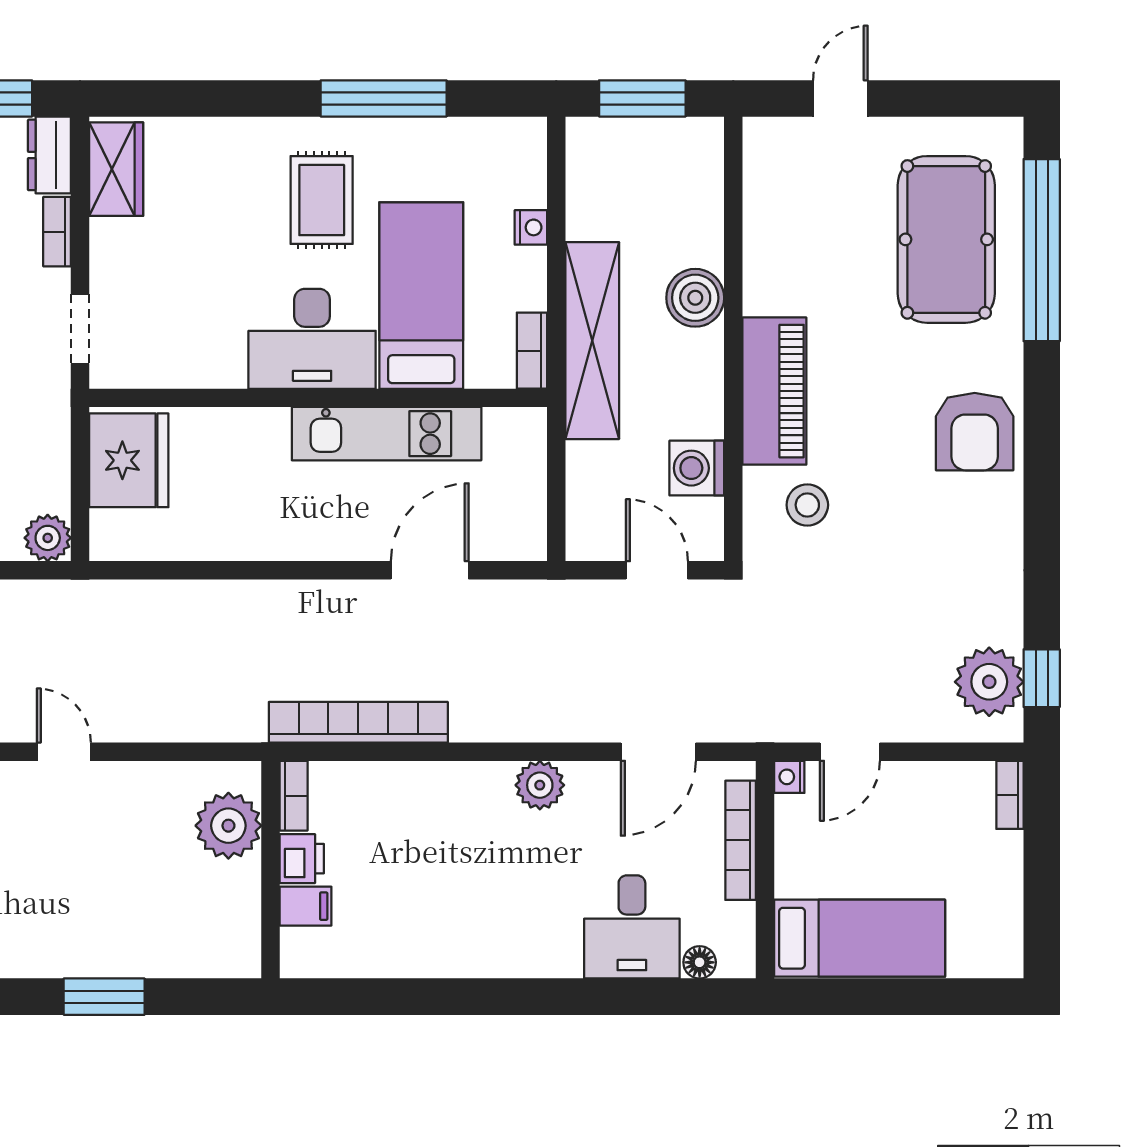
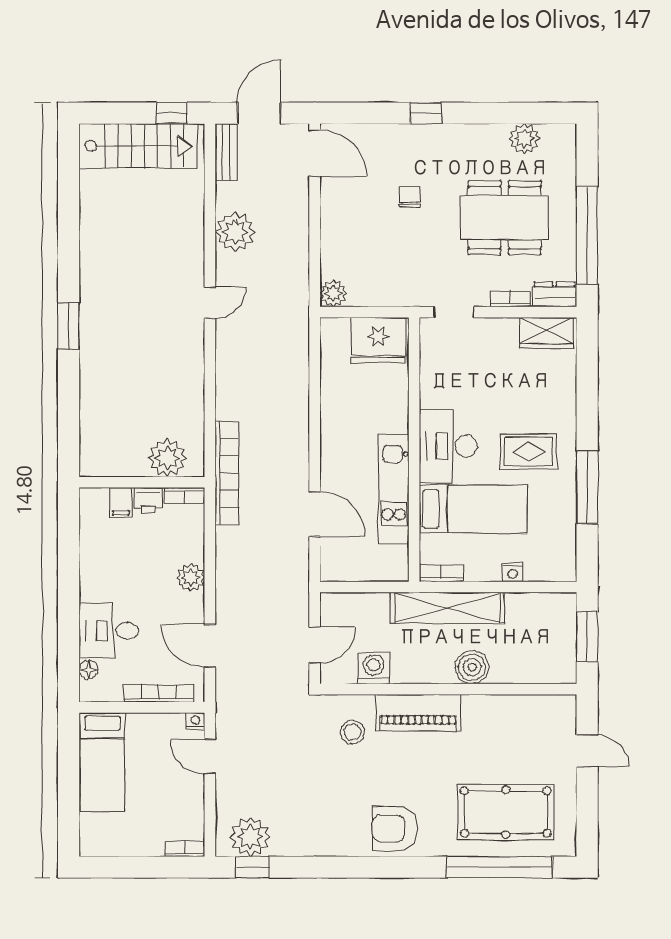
bookcase: (294, 796) -> (185, 496), moved
plant: (228, 826) -> (167, 458), moved
printer: (302, 859) -> (148, 500), moved
wall: (271, 870) -> (142, 482), moved
filing cabinet: (306, 906) -> (121, 502), moved

